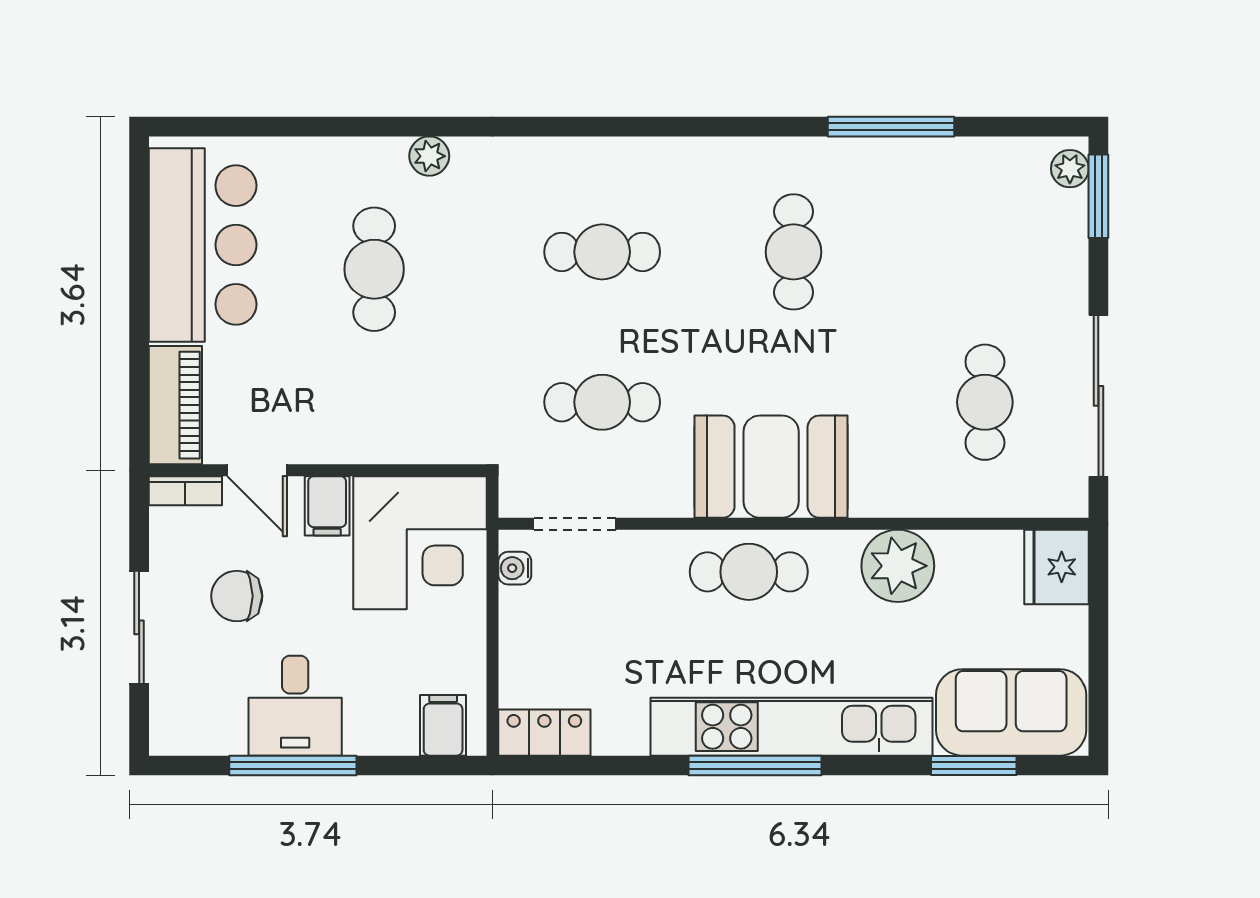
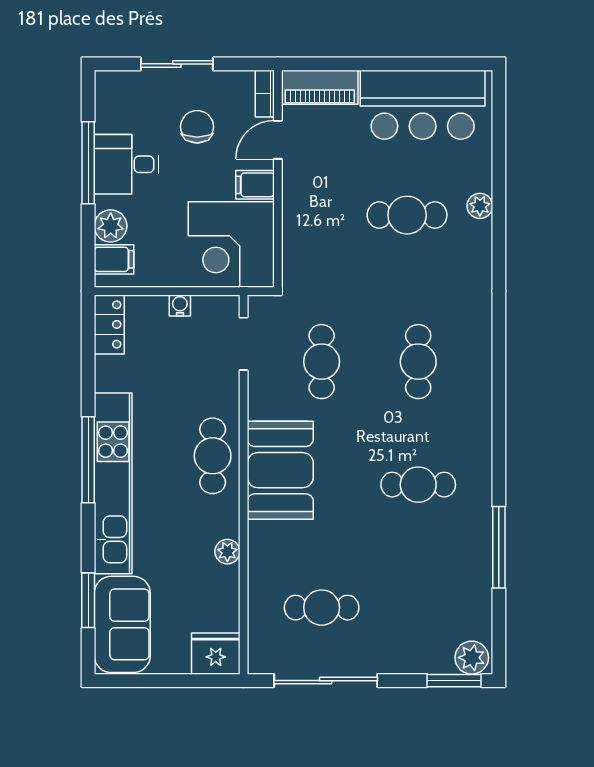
plant: (429, 156) -> (480, 206), moved
plant: (1070, 169) -> (472, 658), width x1.38, depth x1.38
plant: (898, 566) -> (227, 552), width x0.53, depth x0.53
water cooler: (515, 568) -> (180, 305), moved
plant: (391, 731) -> (111, 226), added

